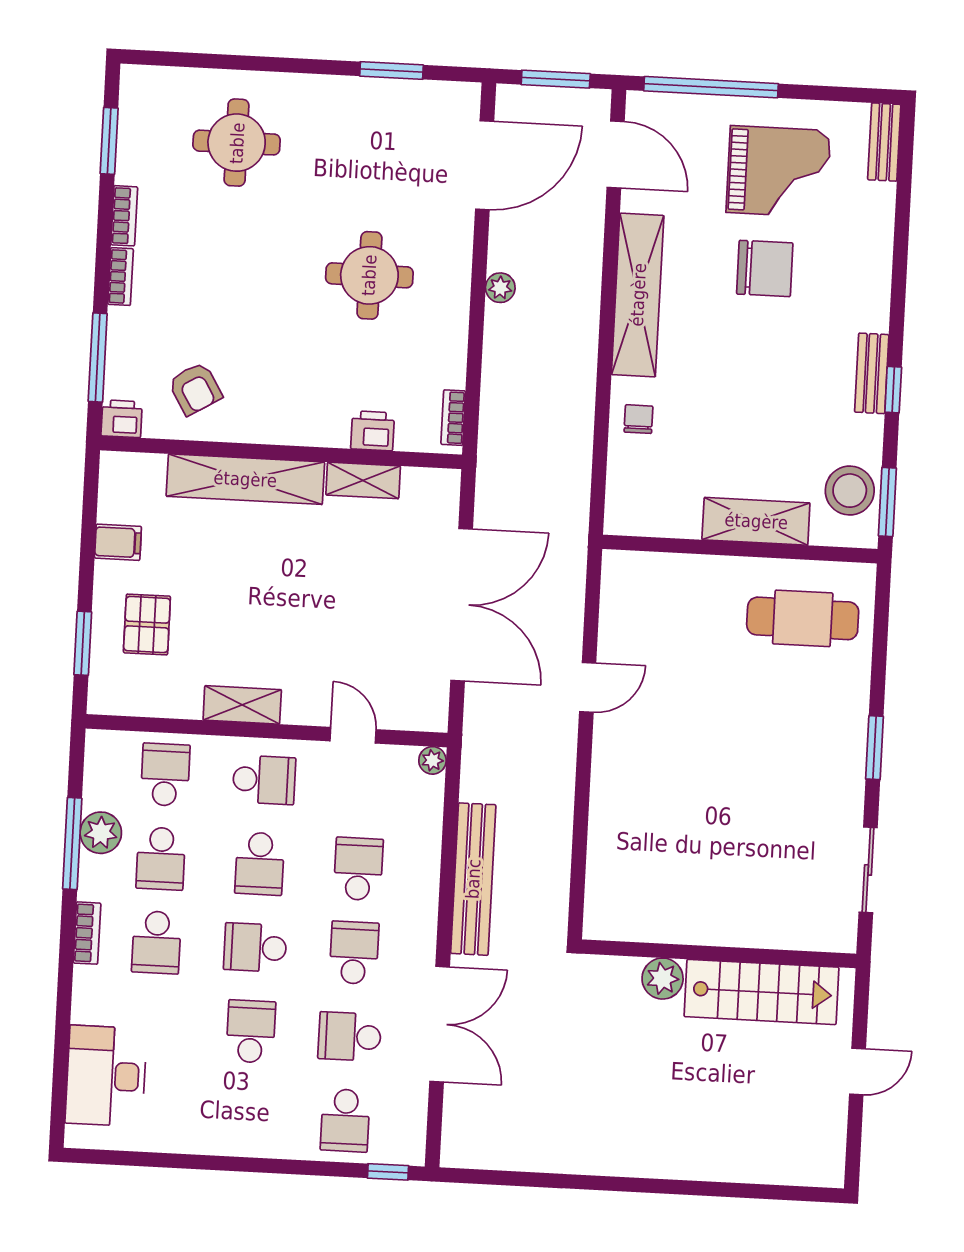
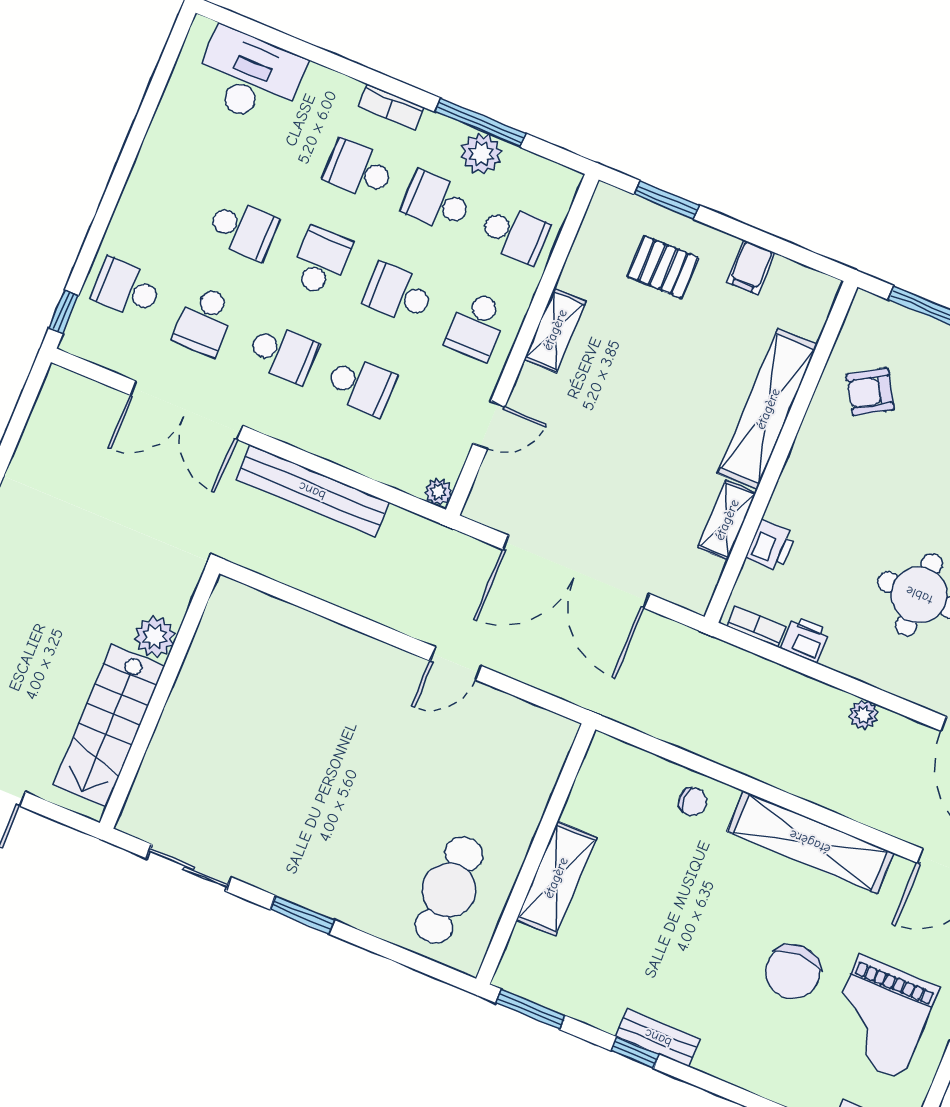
printer: (122, 419) -> (805, 639), moved, turned -90
stool: (850, 491) -> (554, 978), removed
door: (588, 687) -> (456, 663), hinge flipped
school desk: (350, 1037) -> (205, 321), turned 180

